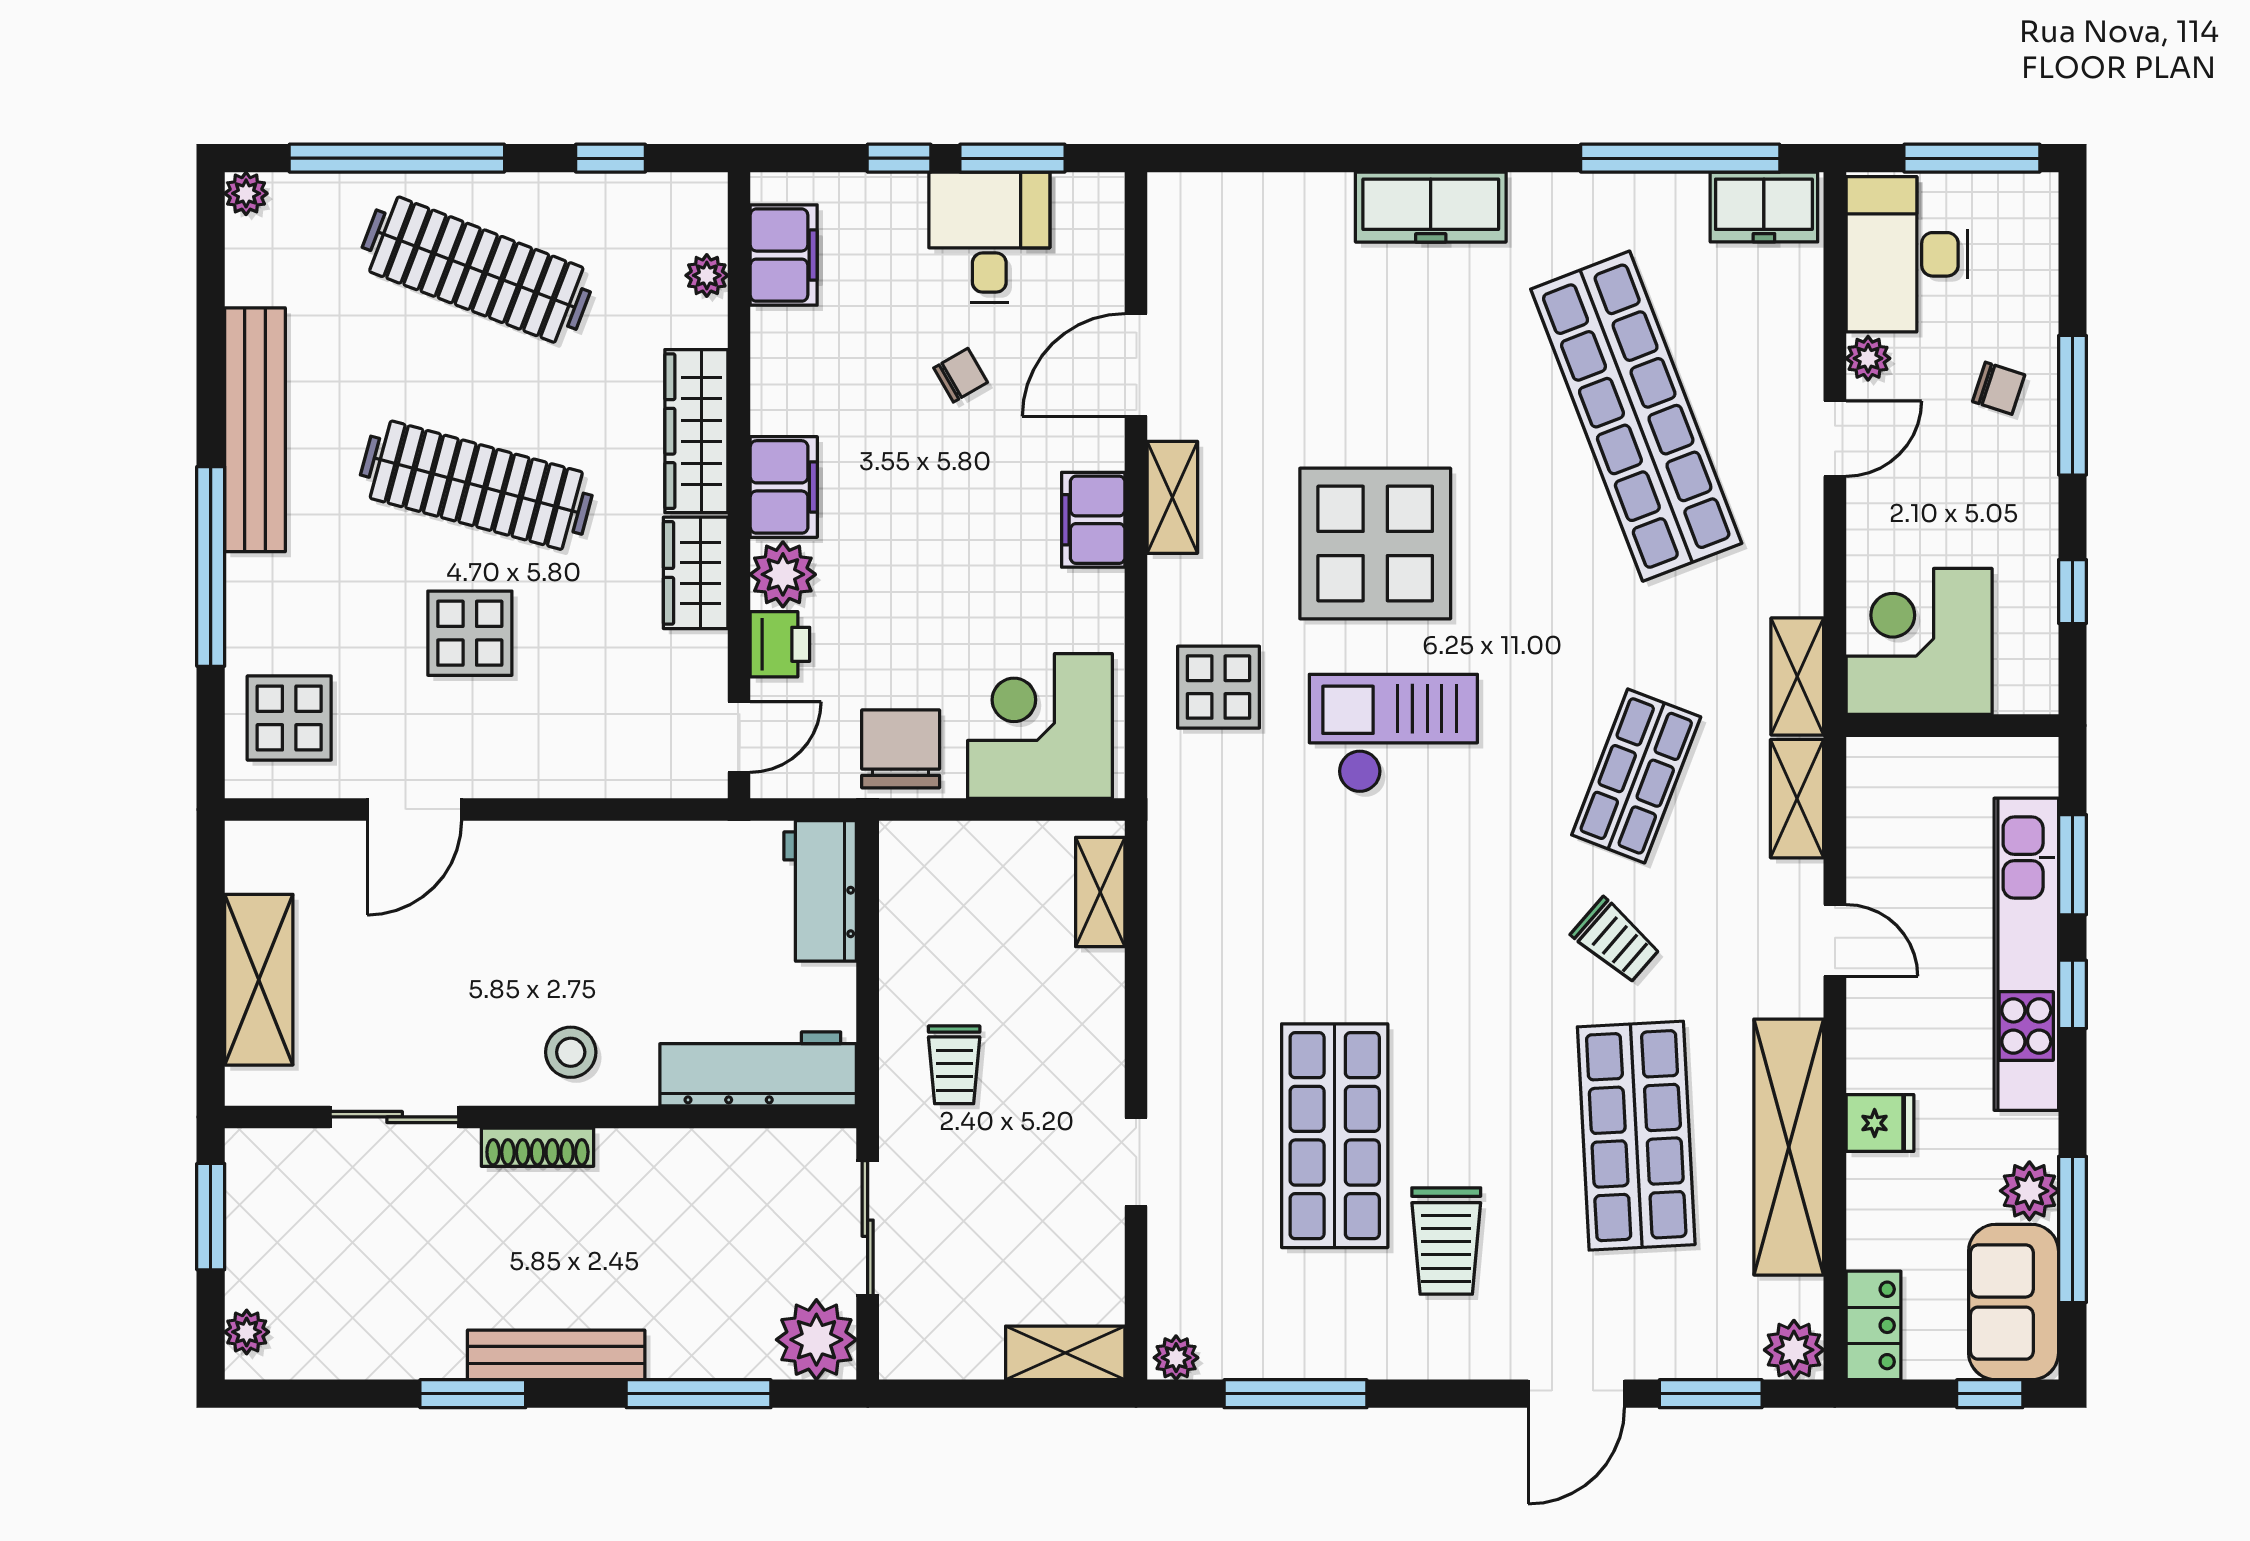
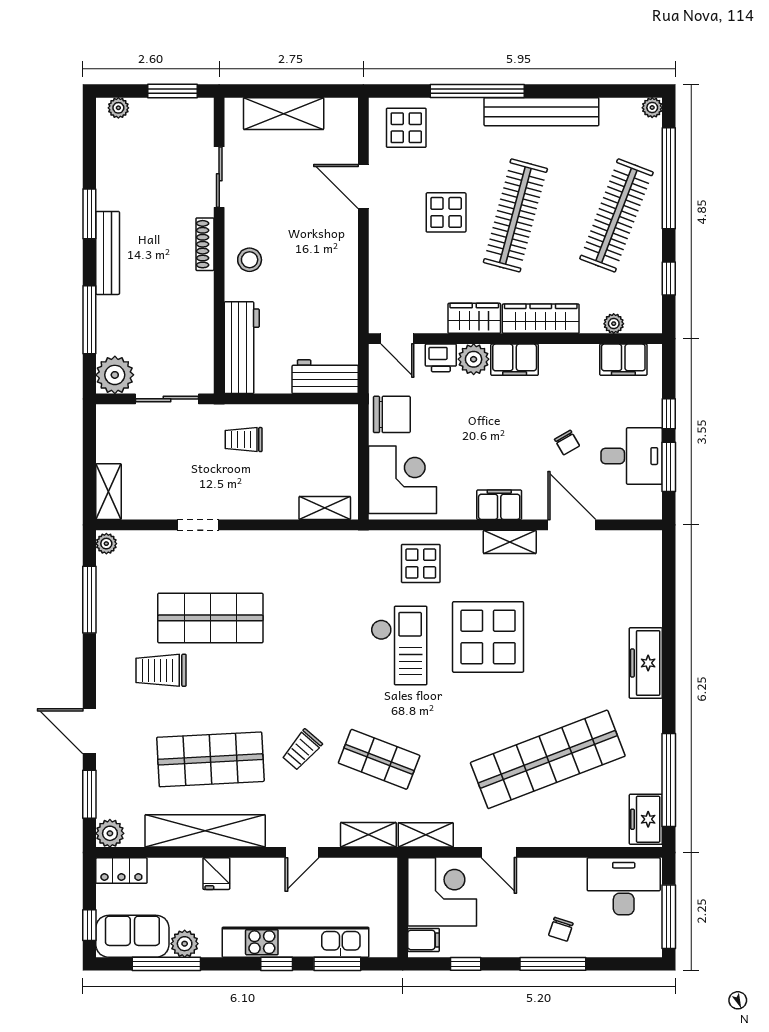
plant: (1868, 358) -> (575, 868), removed
door: (1835, 439) -> (499, 852), moved
filing cabinet: (2021, 681) -> (424, 940), added

